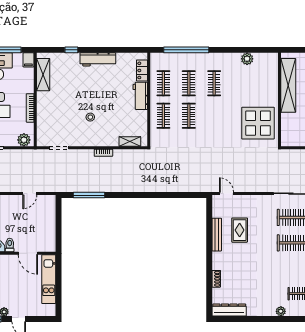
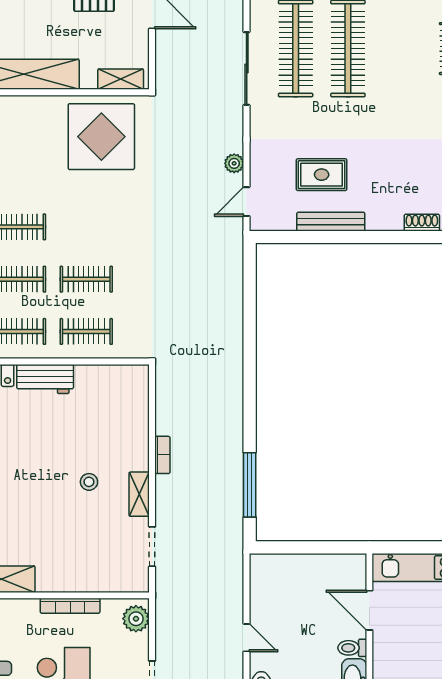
shelving: (286, 132) -> (121, 79), added
shelving: (130, 142) -> (139, 494), moved
plant: (245, 188) -> (234, 163), added
door: (30, 194) -> (247, 638), moved
door: (28, 253) -> (369, 610), swing flipped

